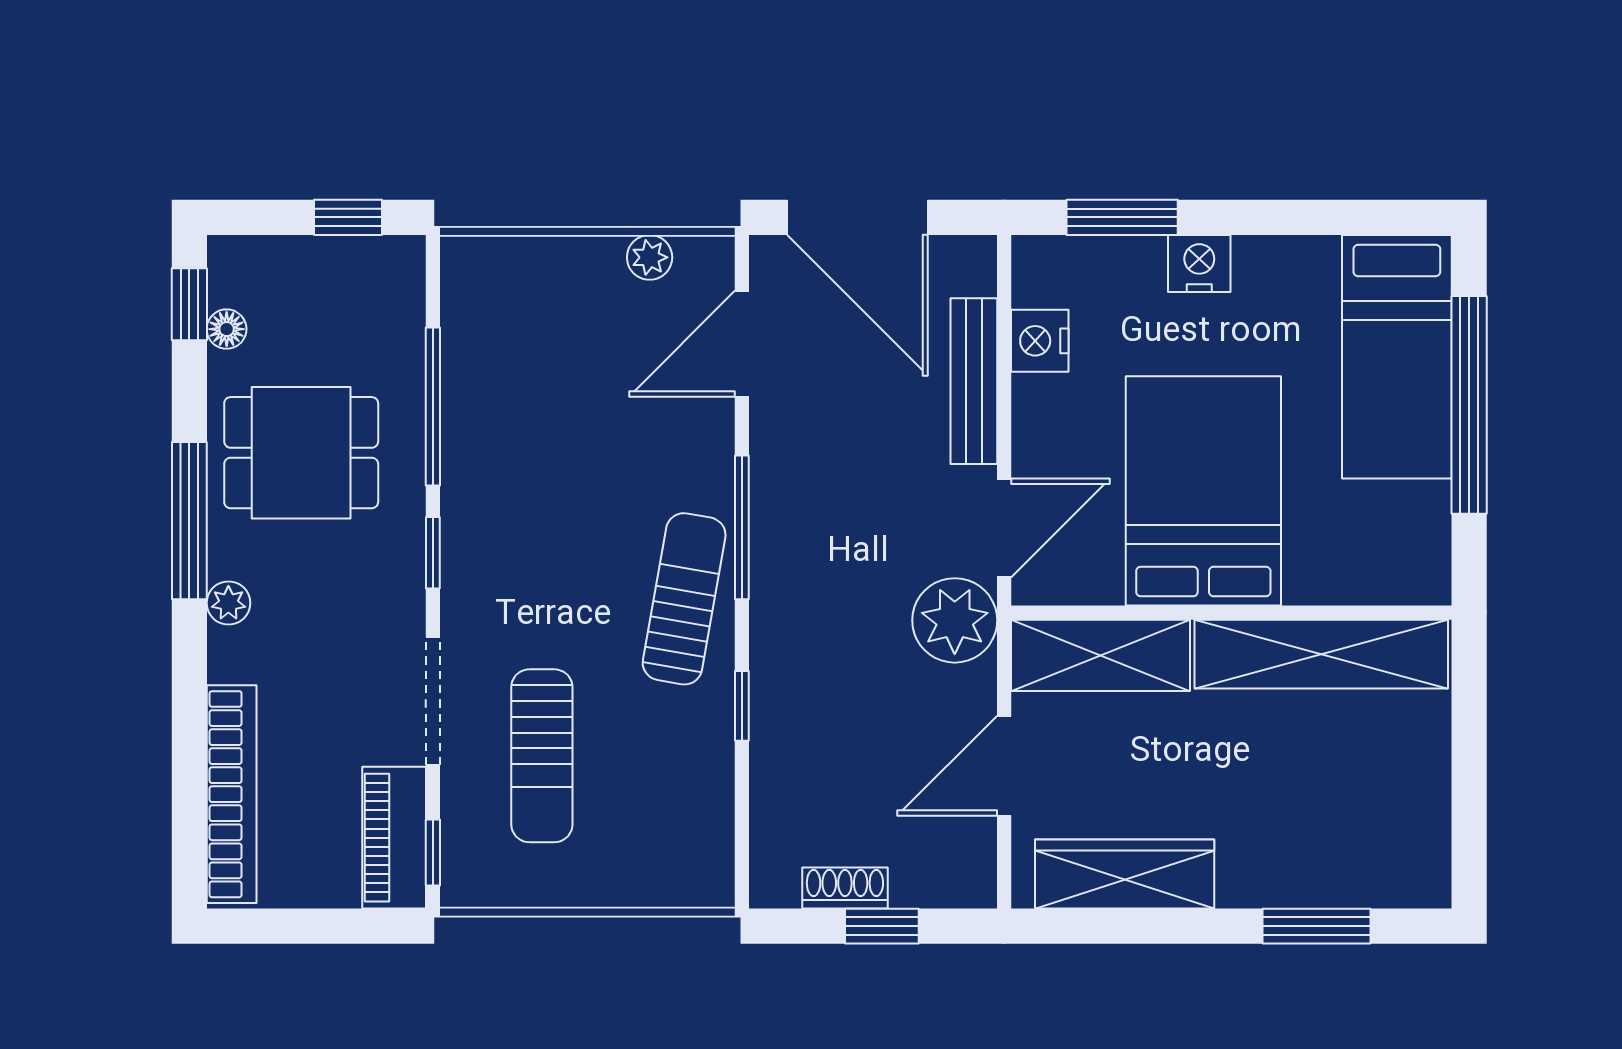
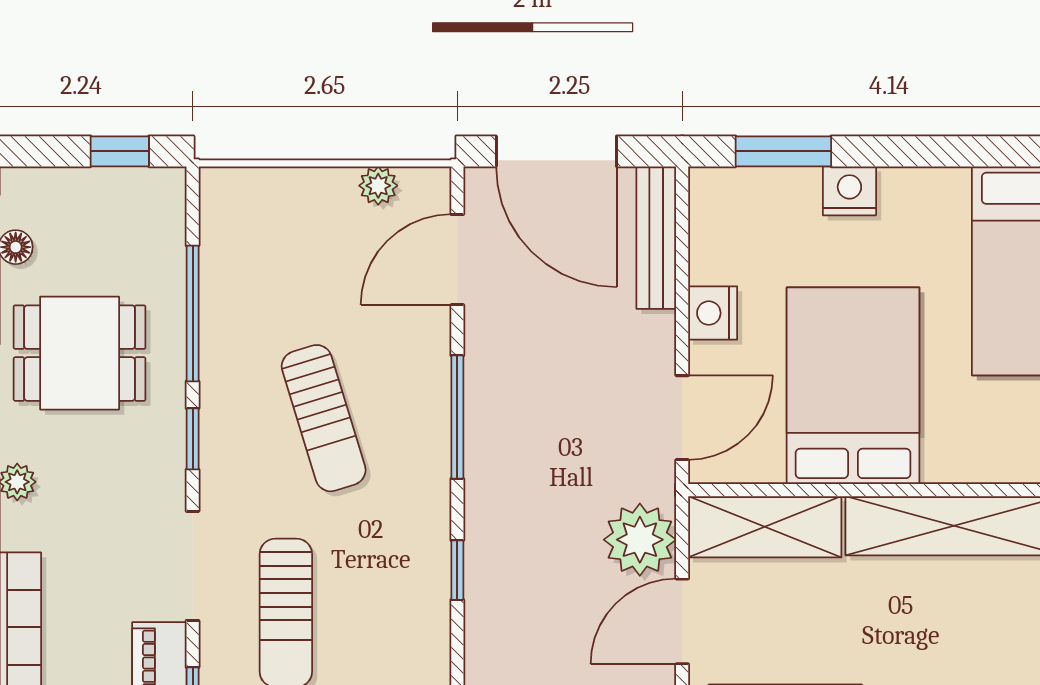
nightstand: (1040, 341) -> (713, 313), moved
bench: (974, 381) -> (656, 238), moved
sun lounger: (684, 599) -> (324, 418), moved, turned 153
plant: (955, 620) -> (640, 540), moved

